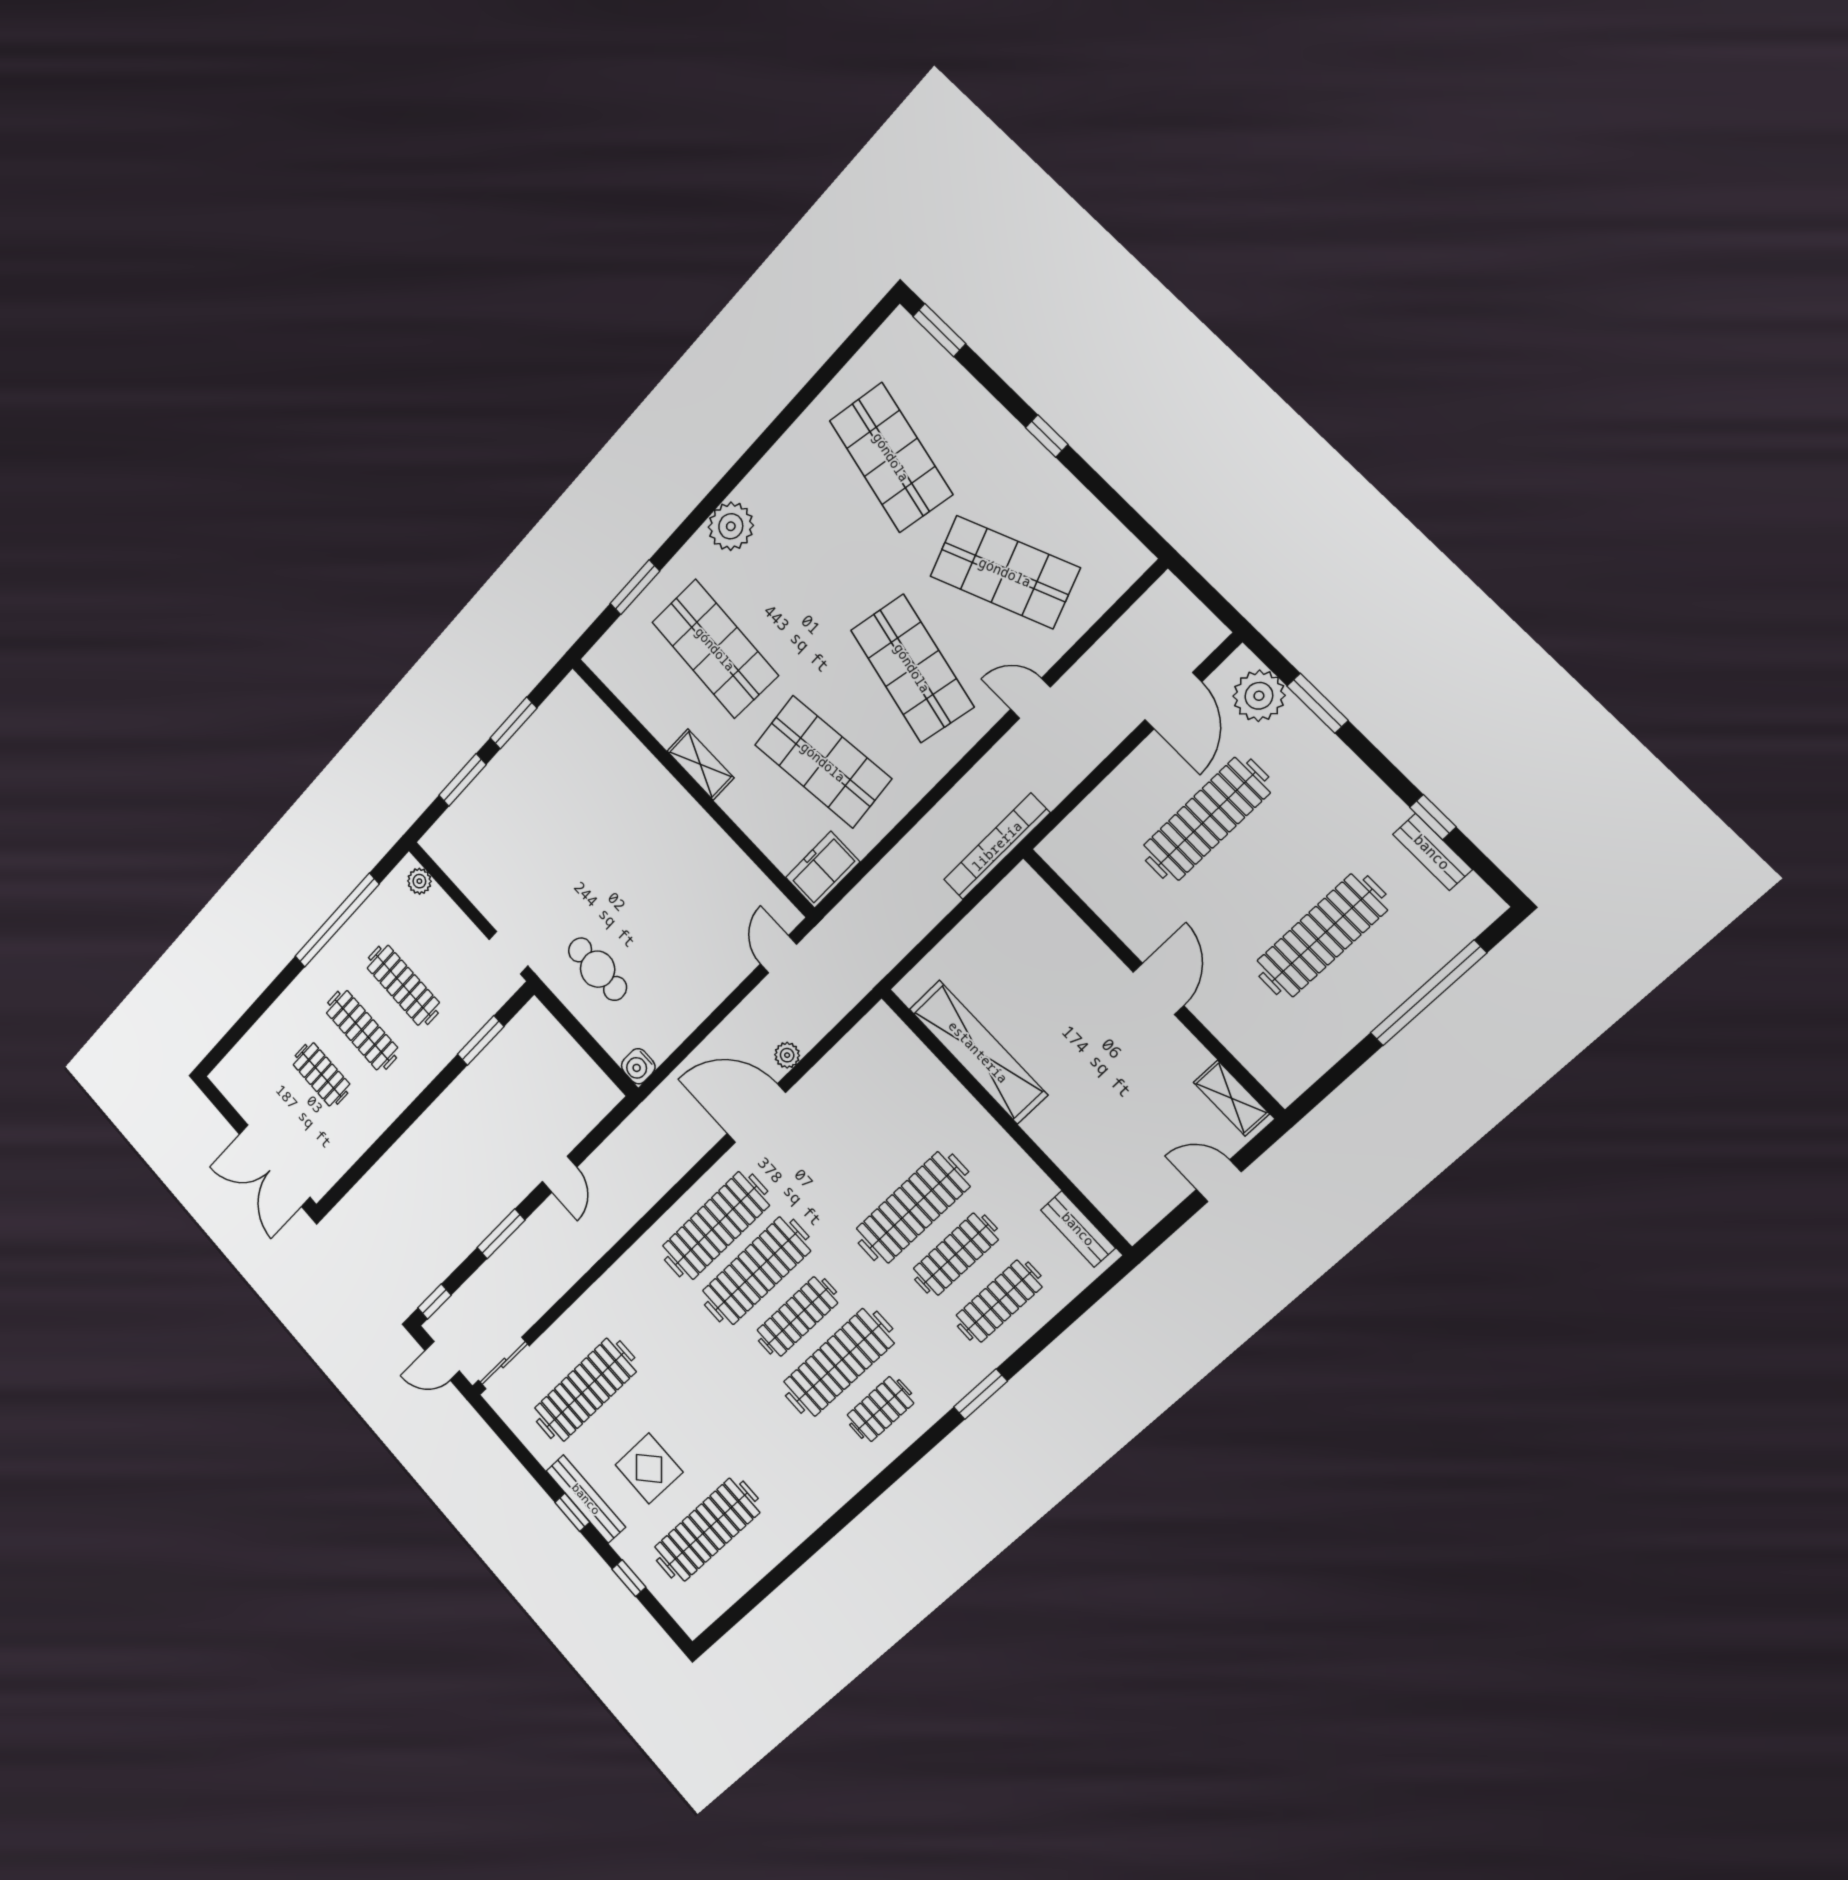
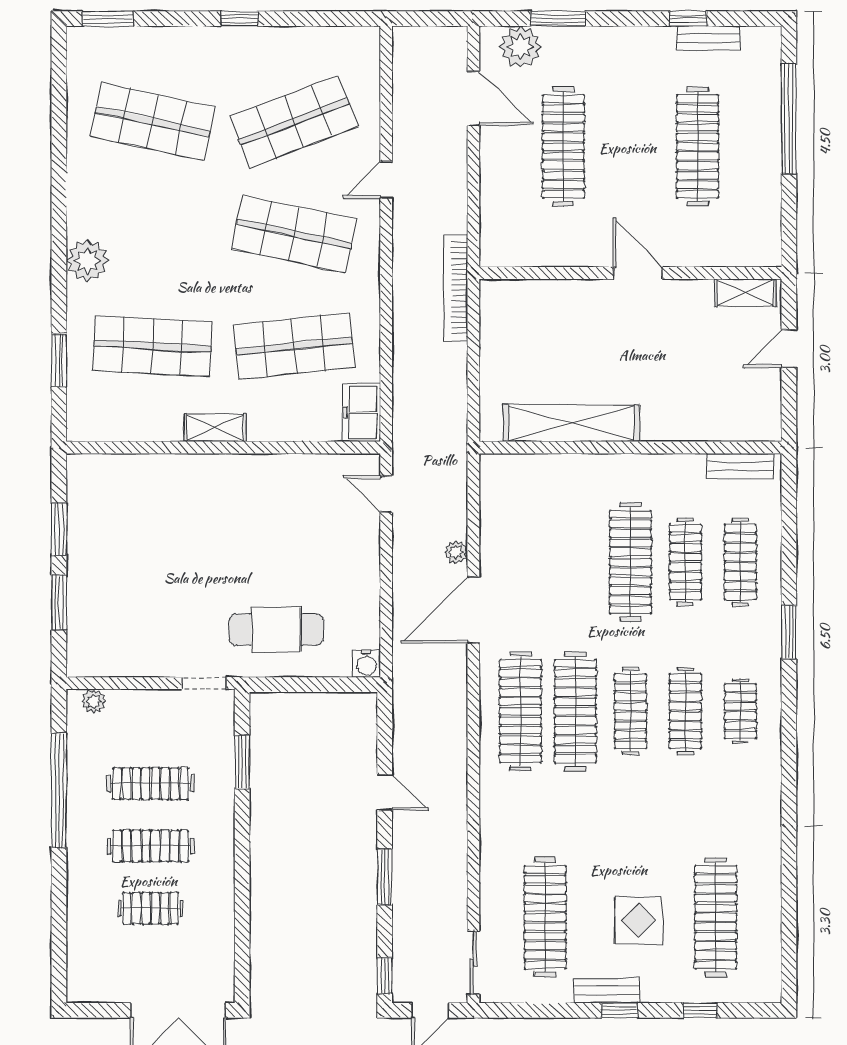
cafe table: (598, 969) -> (276, 629), width x1.37, depth x1.35
clothes rail: (839, 1363) -> (685, 711), width x0.73, depth x0.76
bench: (586, 1499) -> (607, 991), width x0.73

